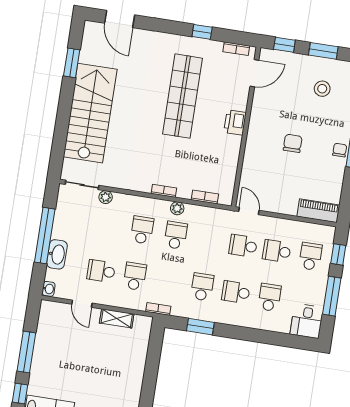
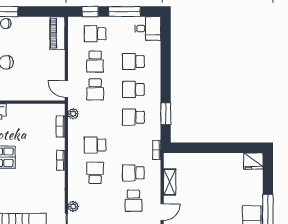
plant: (177, 208) -> (73, 114), moved
door: (249, 211) -> (66, 89), hinge flipped
school desk: (142, 230) -> (95, 173), turned 90
school desk: (236, 292) -> (133, 89), turned 90

